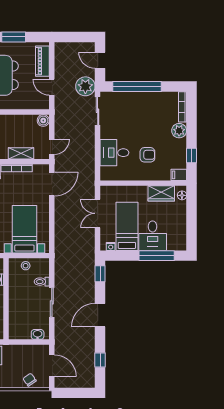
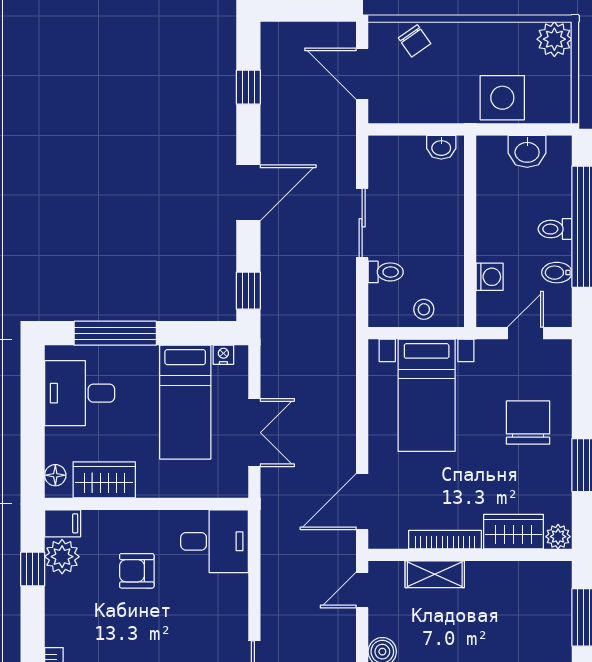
plant: (179, 131) -> (62, 557), moved
desk: (114, 153) -> (215, 541), moved
desk: (153, 236) -> (80, 393), moved, turned -90
washbasin: (38, 334) -> (441, 147), moved

